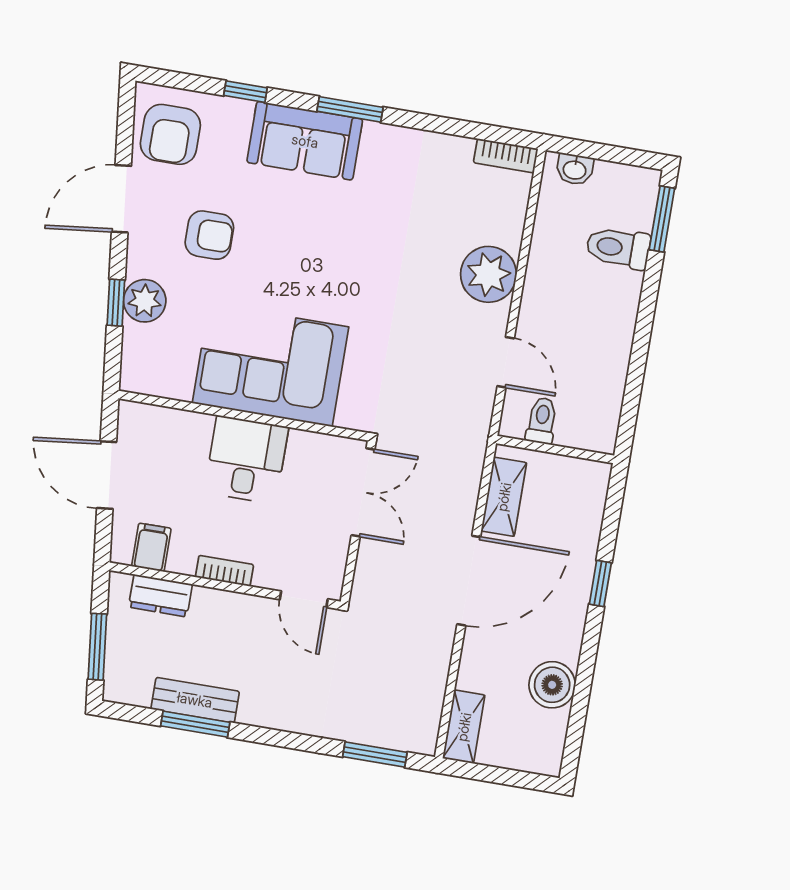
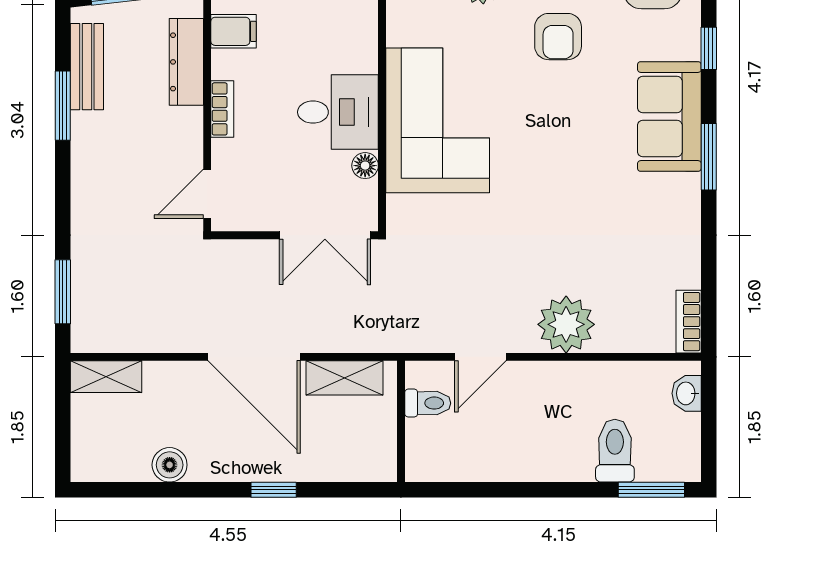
floor lamp: (302, 442) -> (365, 166), added
dresser: (160, 596) -> (186, 62), width x1.44
boiler: (552, 685) -> (170, 465), width x0.73, depth x0.73
bench: (195, 700) -> (87, 67), moved

